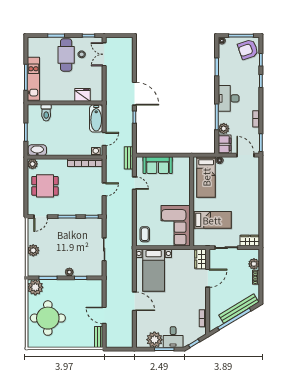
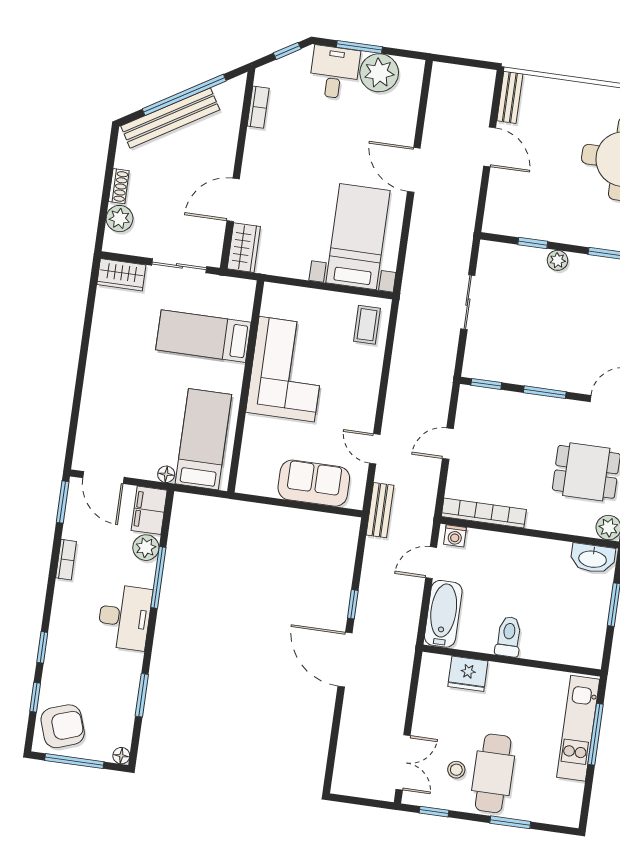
toilet: (46, 113) -> (509, 637), moved
corner sofa: (176, 226) -> (287, 369), moved

